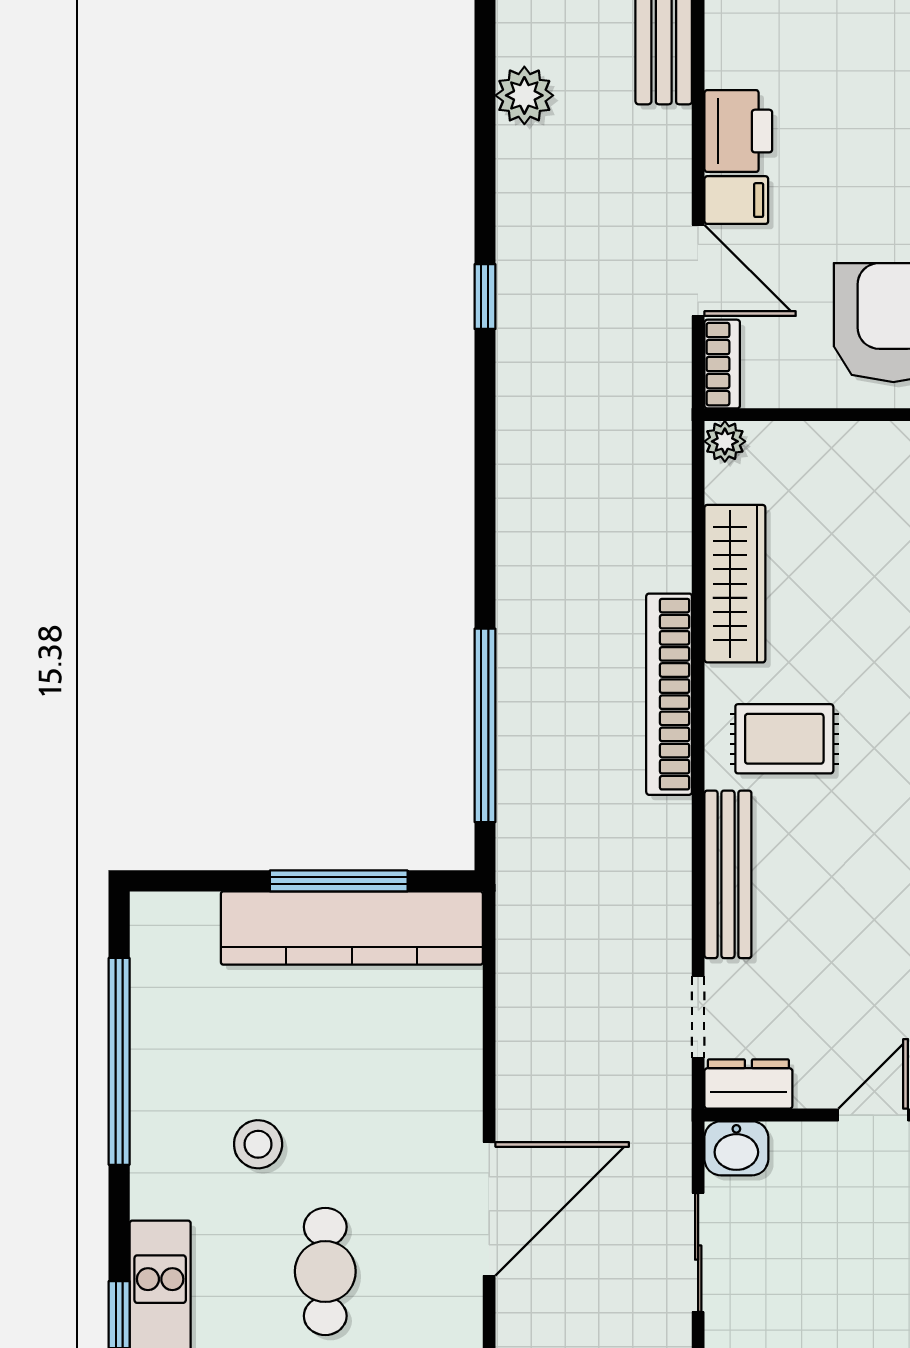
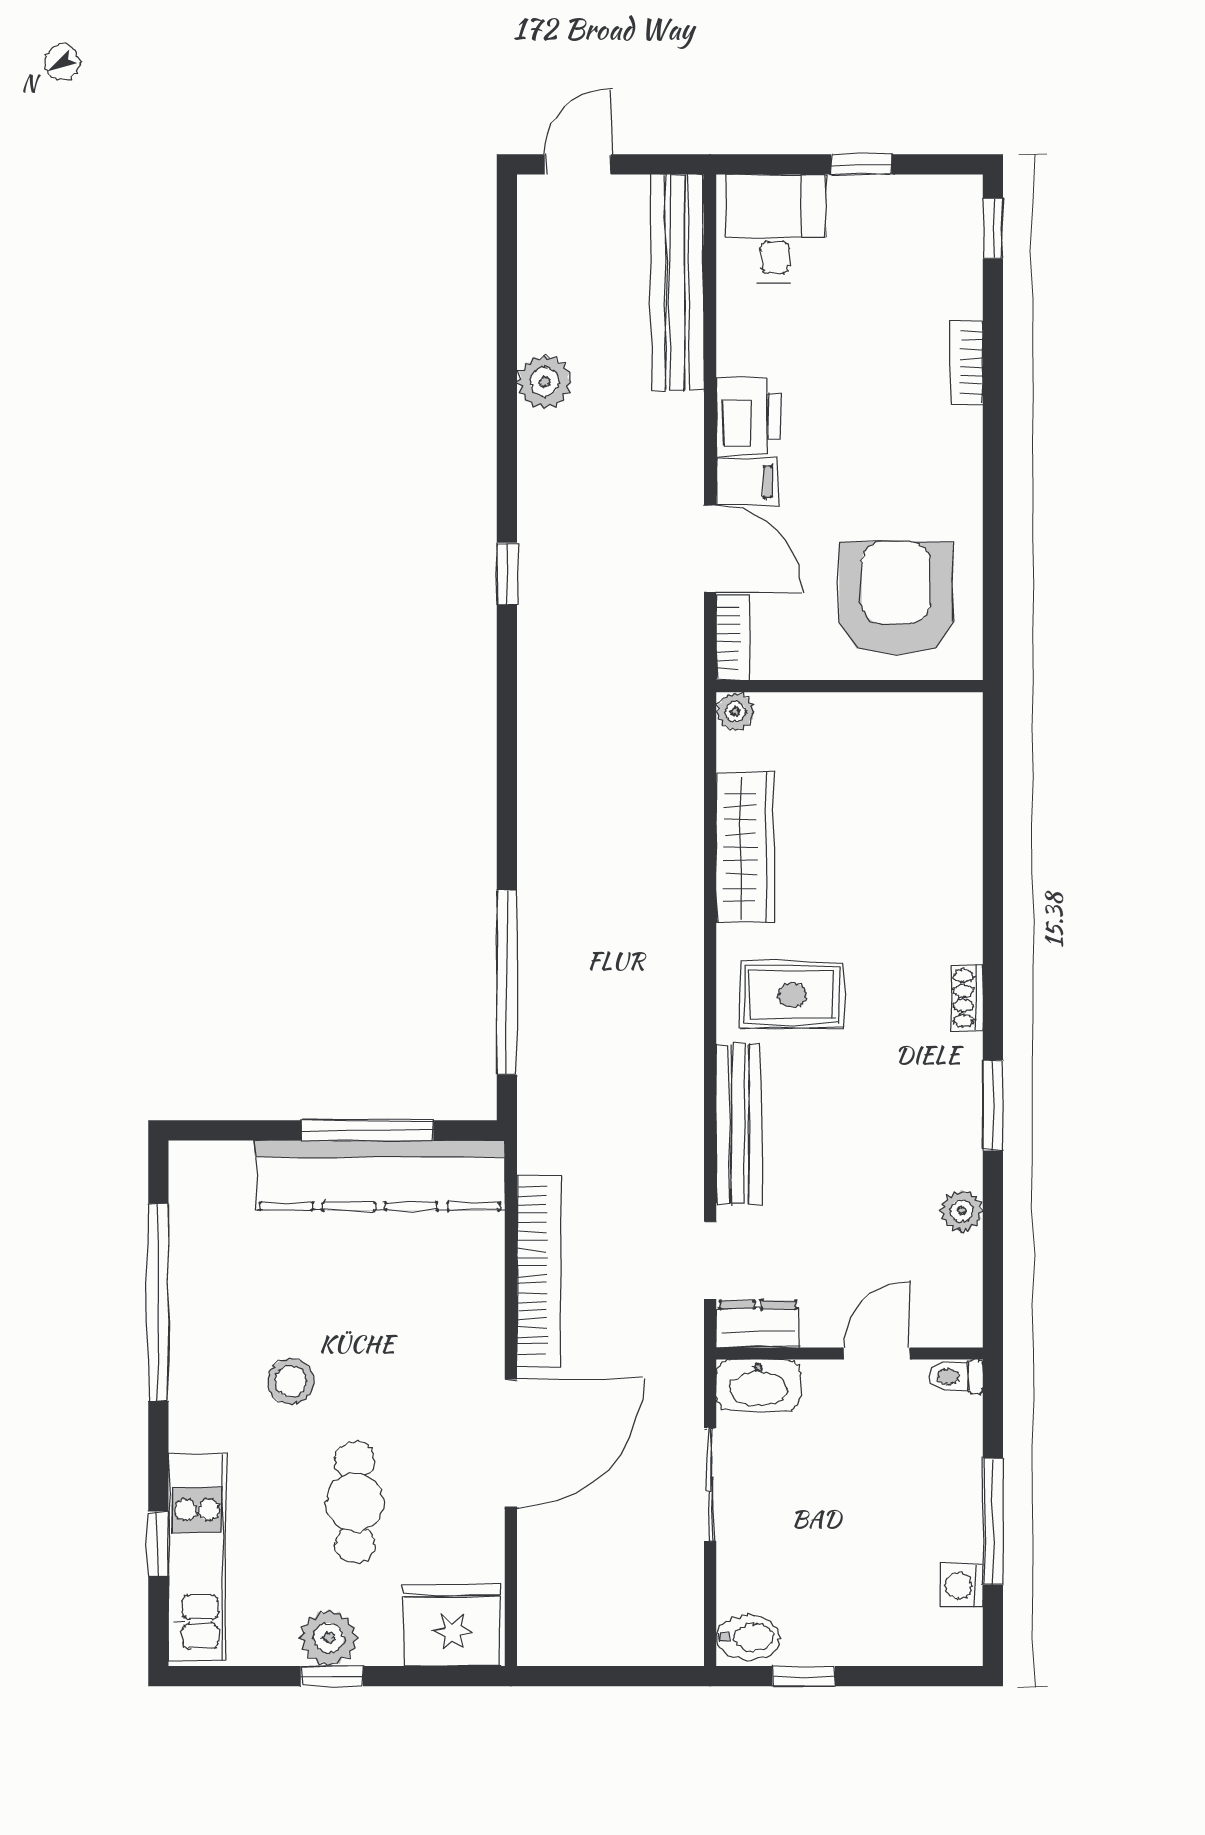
bookcase: (669, 694) -> (539, 1271), moved, turned 180
washbasin: (736, 1148) -> (758, 1385), width x1.38

